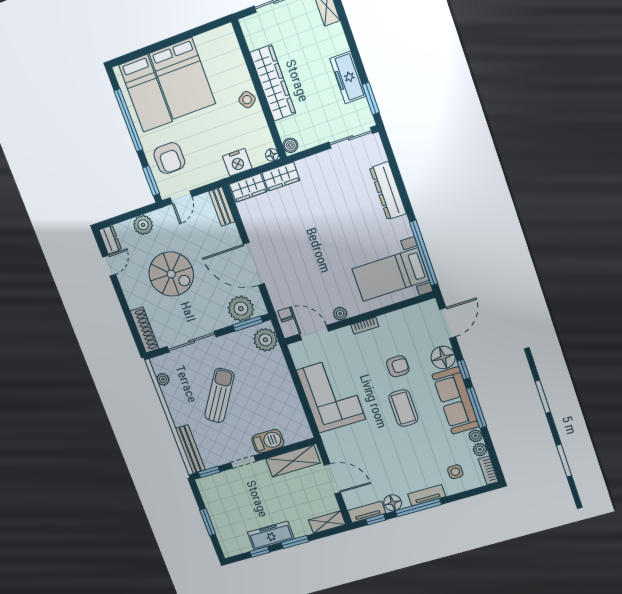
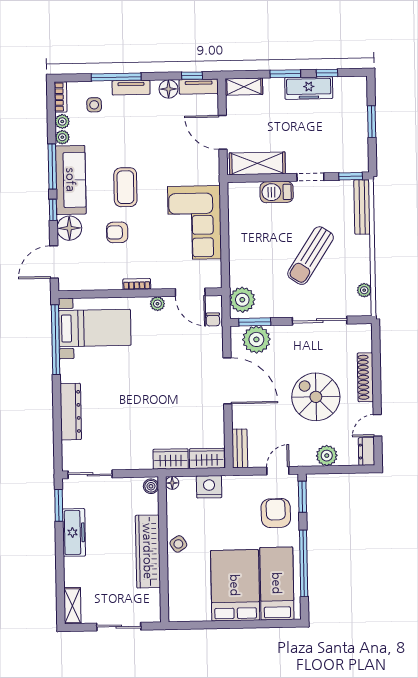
shoe rack: (144, 330) -> (365, 377), moved
window: (418, 508) -> (116, 77), moved

